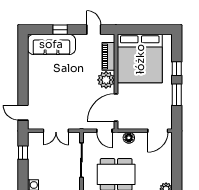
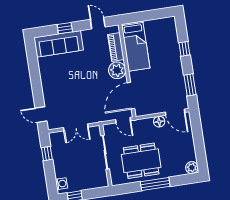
bed: (140, 59) -> (136, 46), width x0.49
window: (177, 95) -> (190, 85), moved
door: (158, 131) -> (175, 112), hinge flipped
floor lamp: (129, 138) -> (159, 122), moved

